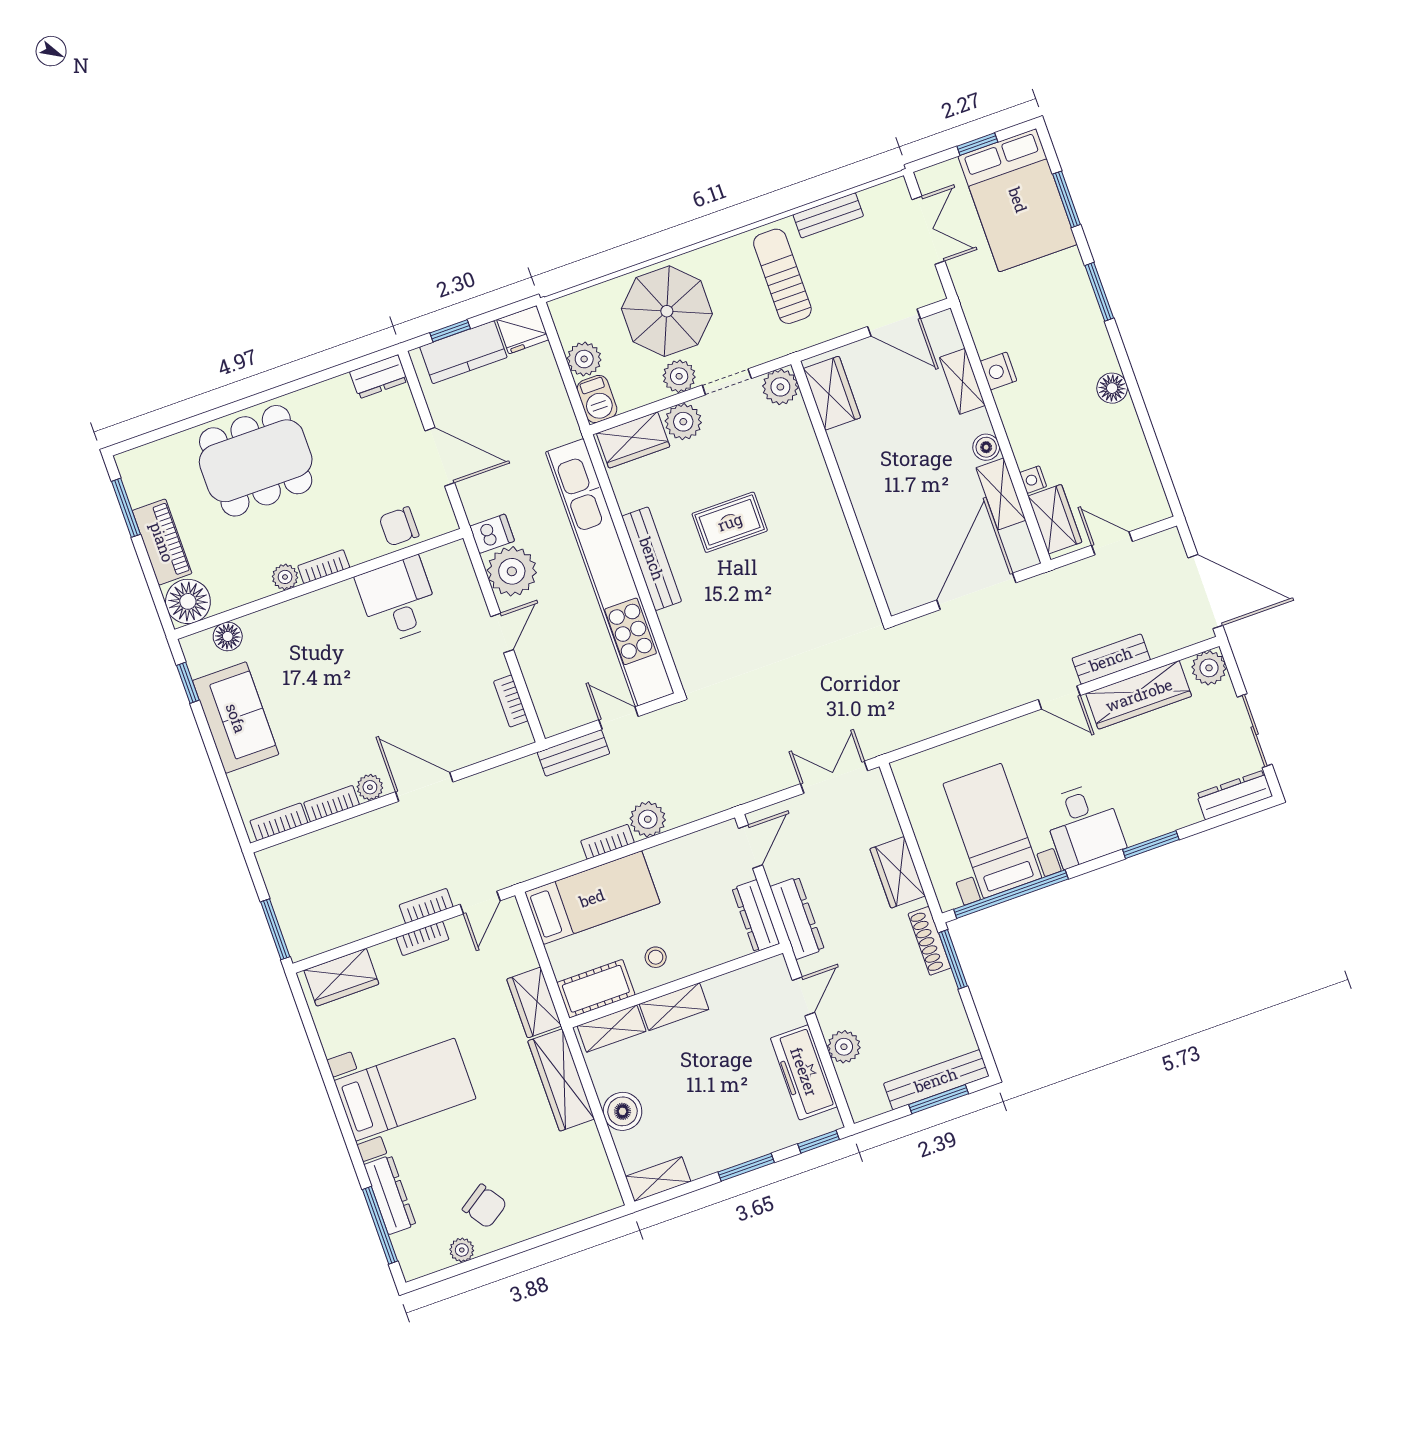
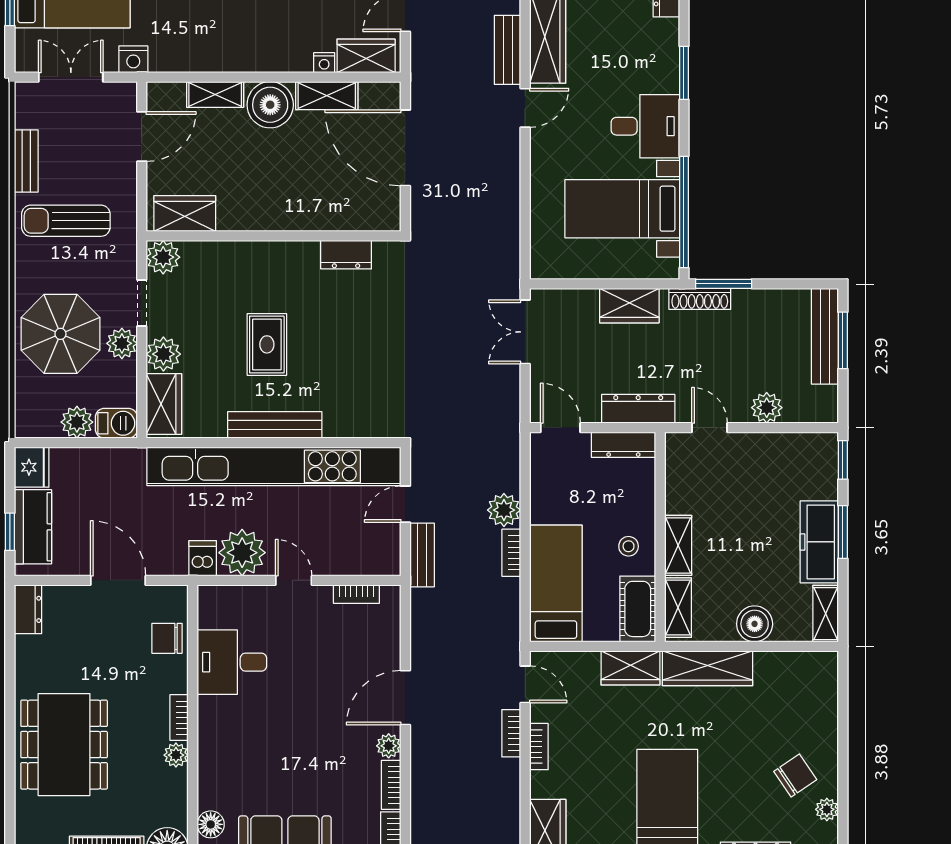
nightstand: (998, 371) -> (133, 59), moved
boiler: (986, 447) -> (270, 105), width x1.86, depth x1.86
door: (440, 457) -> (118, 580), hinge flipped
chair: (399, 526) -> (167, 638), turned 90
dresser: (848, 570) -> (346, 255), added
freezer: (804, 1072) -> (819, 542), moved, turned 90

